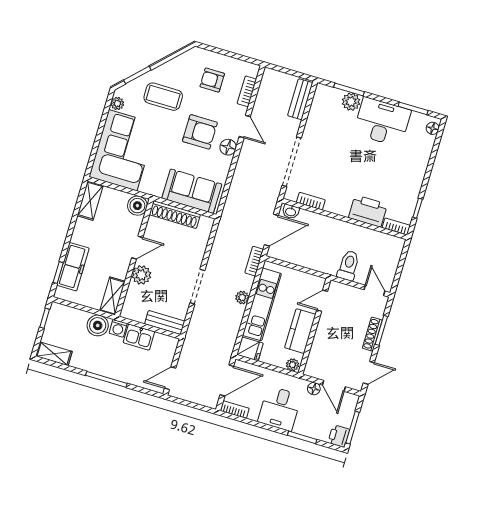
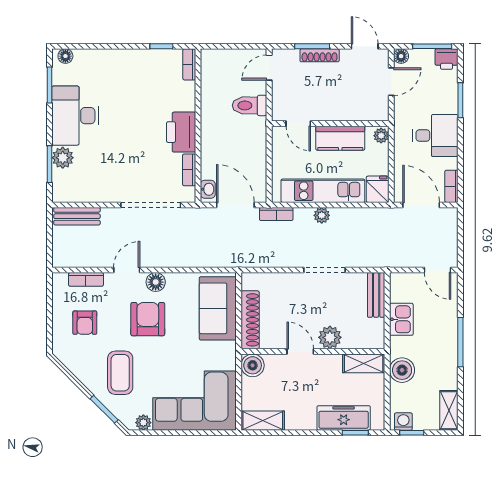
printer: (368, 211) -> (181, 132), moved
washing machine: (118, 328) -> (403, 422), moved, turned -90
floor lamp: (314, 389) -> (401, 56), moved

